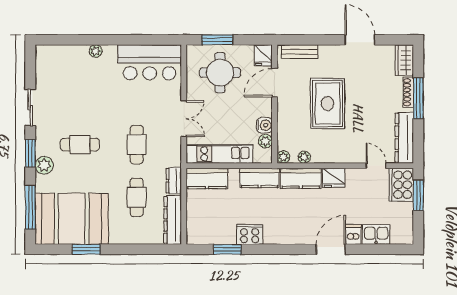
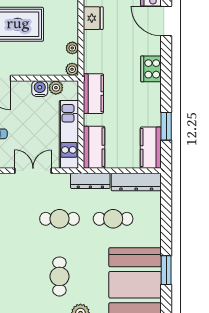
kitchen counter: (301, 178) -> (151, 148), moved, turned 180
dresser: (174, 181) -> (90, 181), width x1.44
cooker: (250, 235) -> (151, 69), moved

